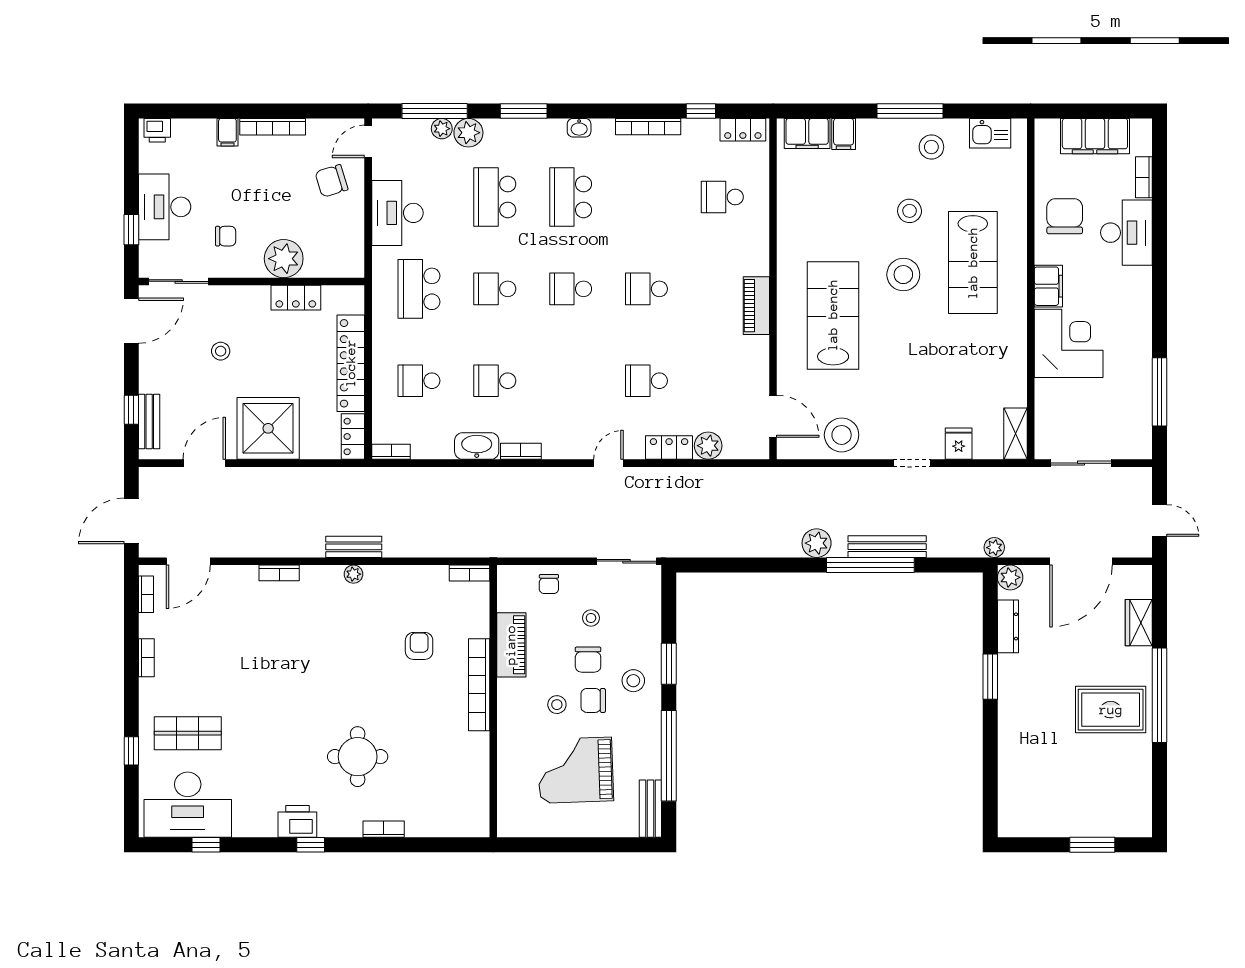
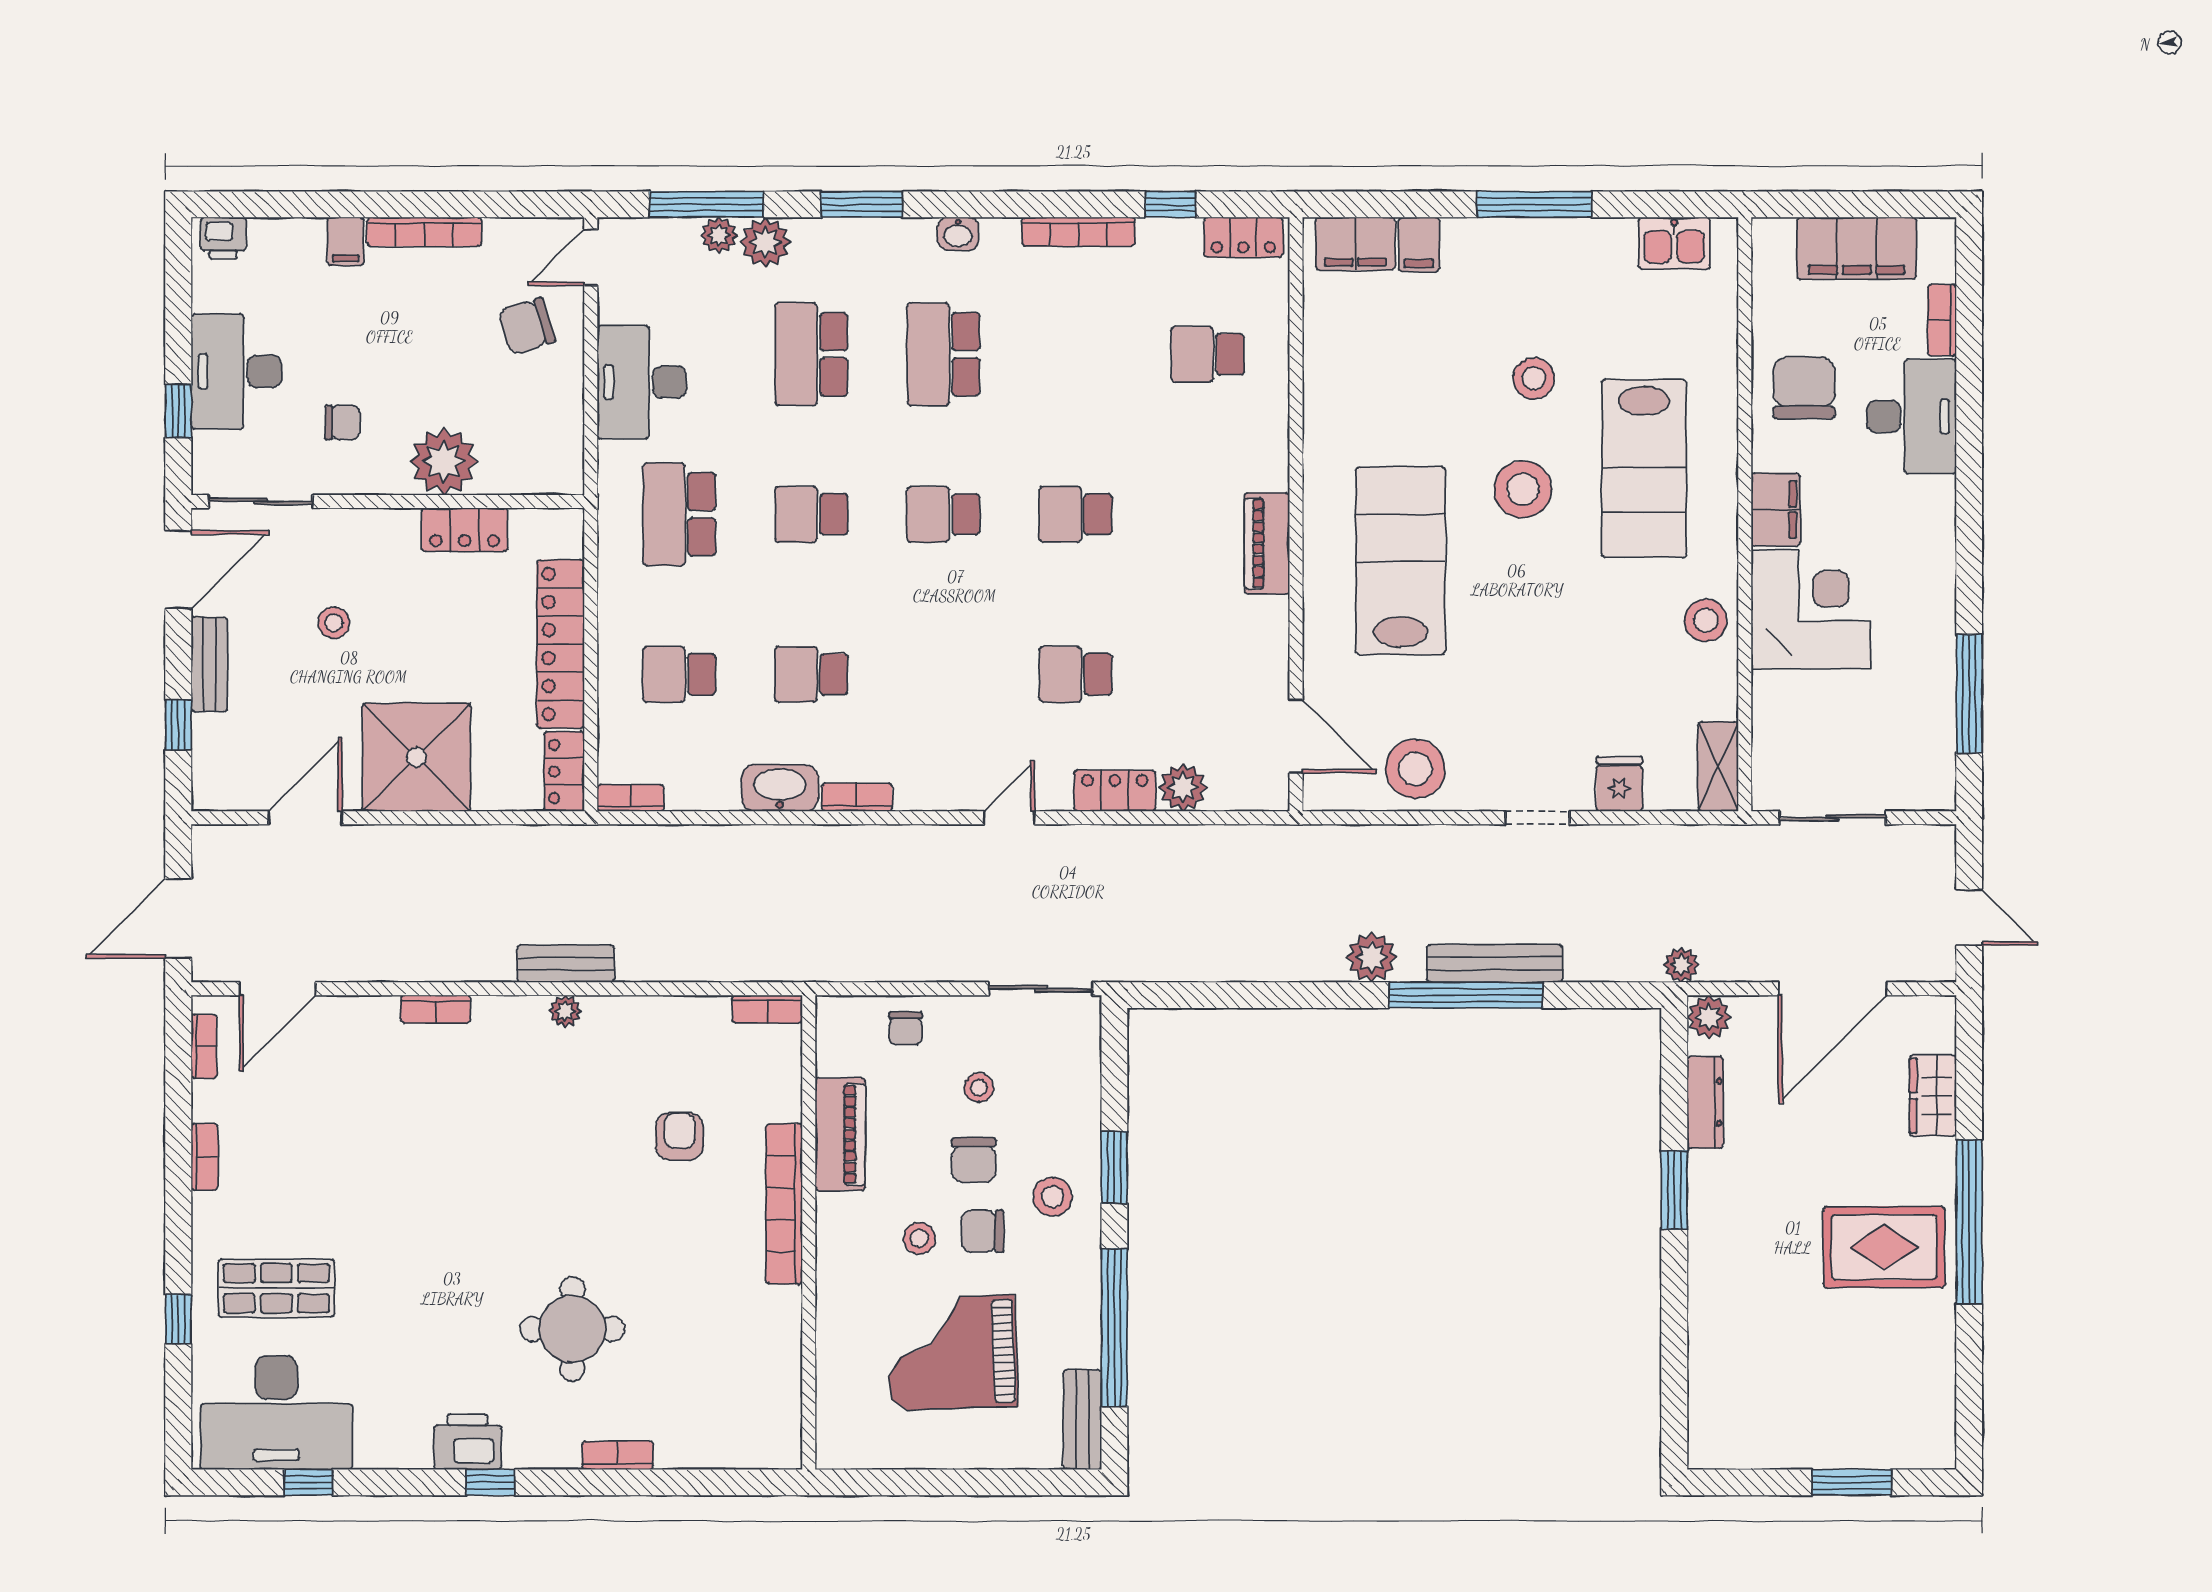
stool: (931, 147) -> (1706, 620), moved
bench: (149, 421) -> (209, 664), moved

